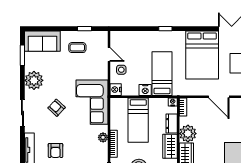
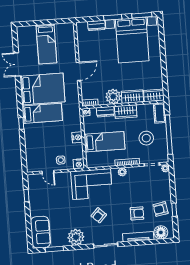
coffee table: (77, 48) -> (44, 201), removed
door: (109, 54) -> (48, 172), swing flipped
bed: (162, 74) -> (42, 113), moved, turned 180

